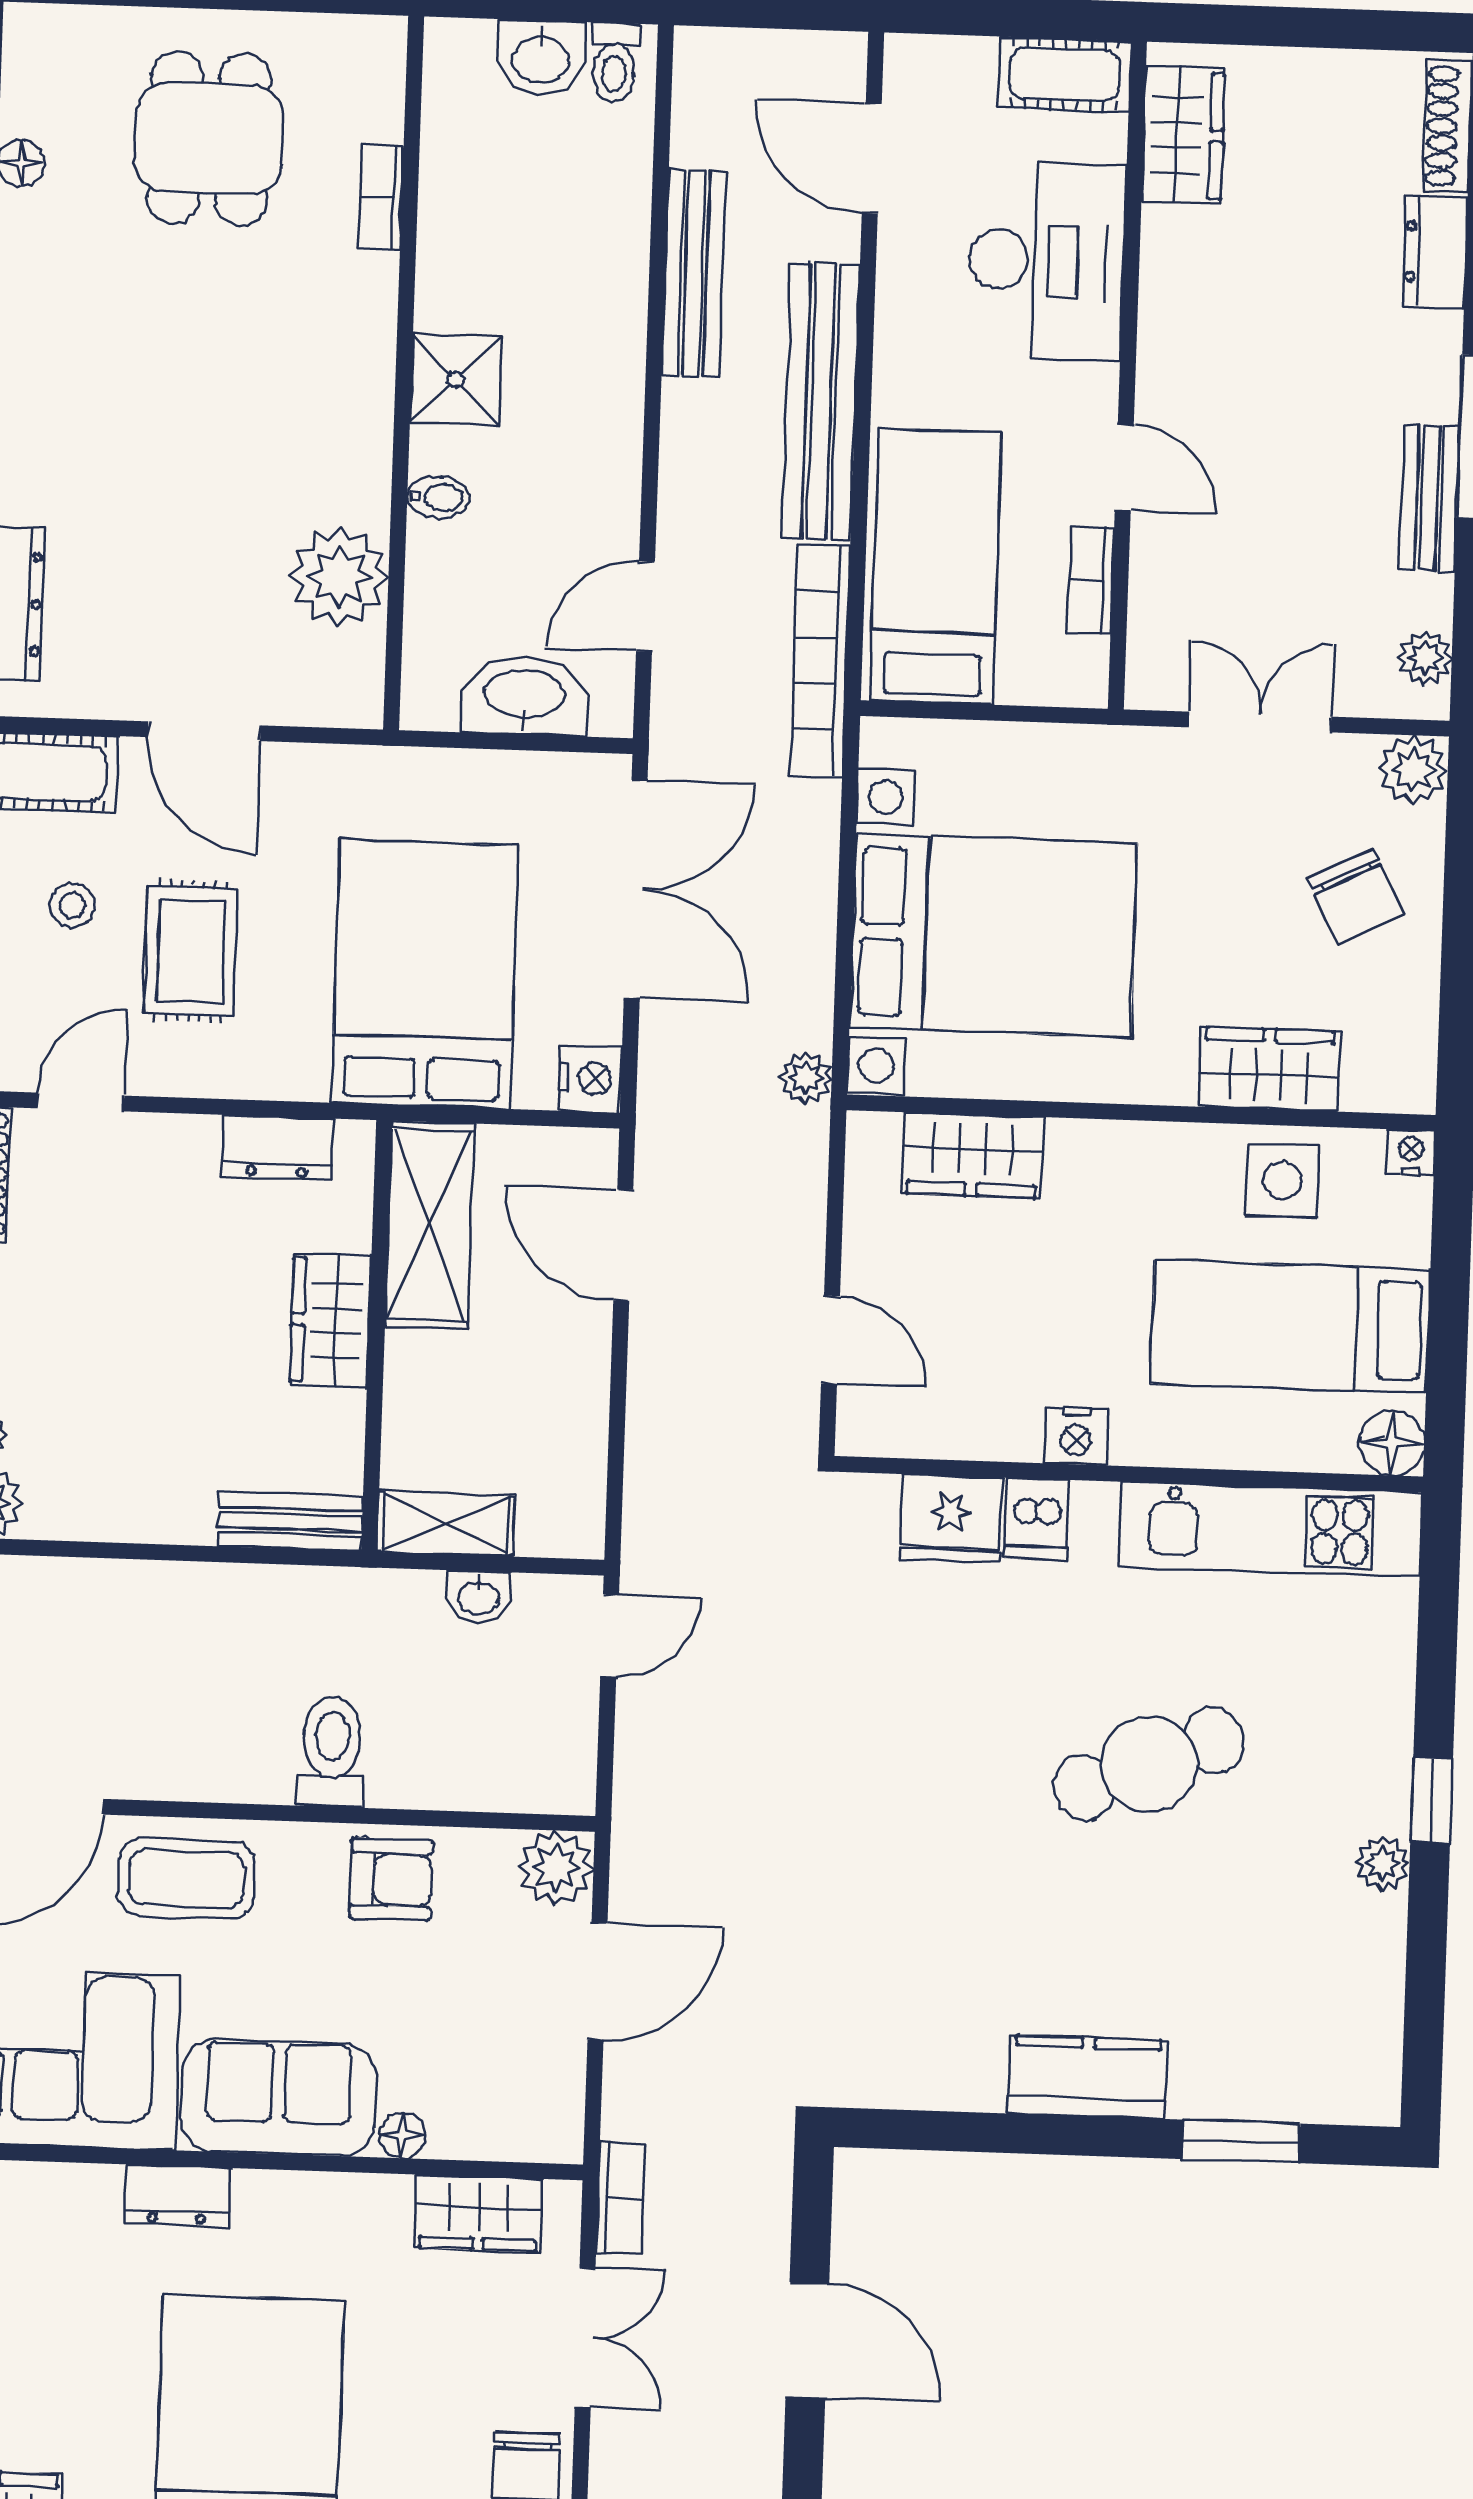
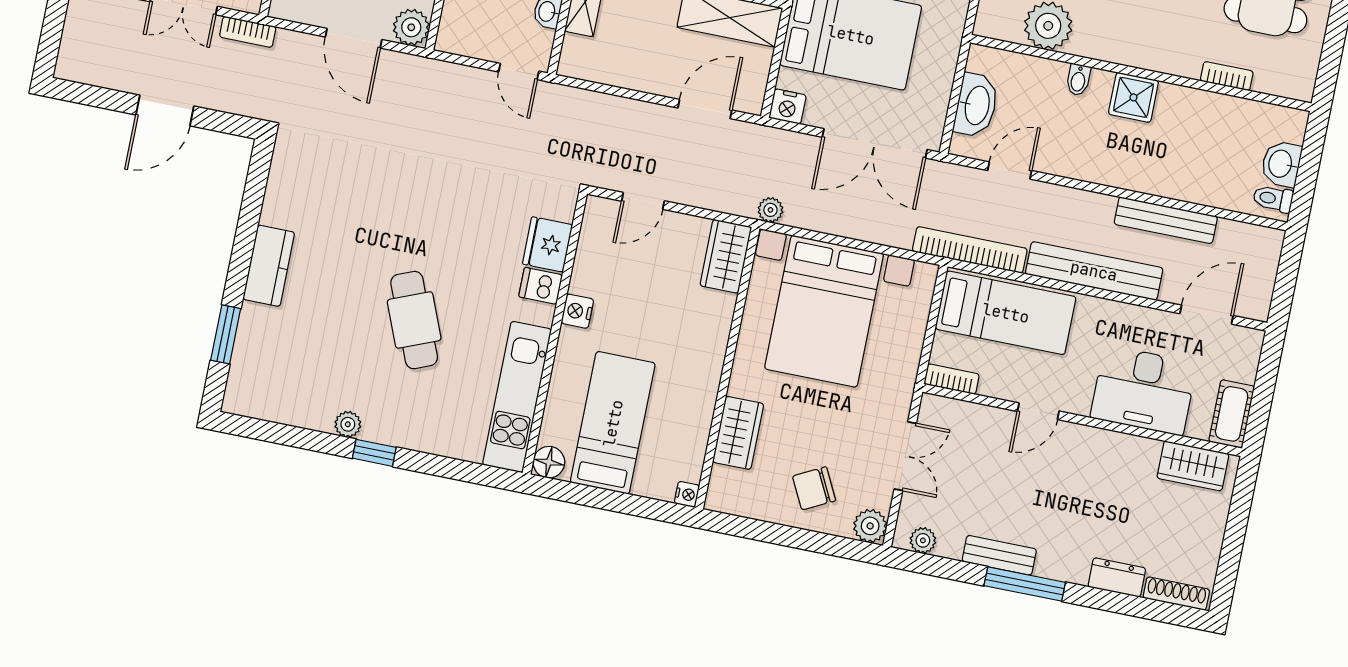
bookcase: (1091, 580) -> (952, 379), moved
door: (646, 606) -> (1010, 170), hinge flipped
wardrobe: (972, 1155) -> (726, 256), moved
side table: (1283, 1181) -> (683, 431), removed

